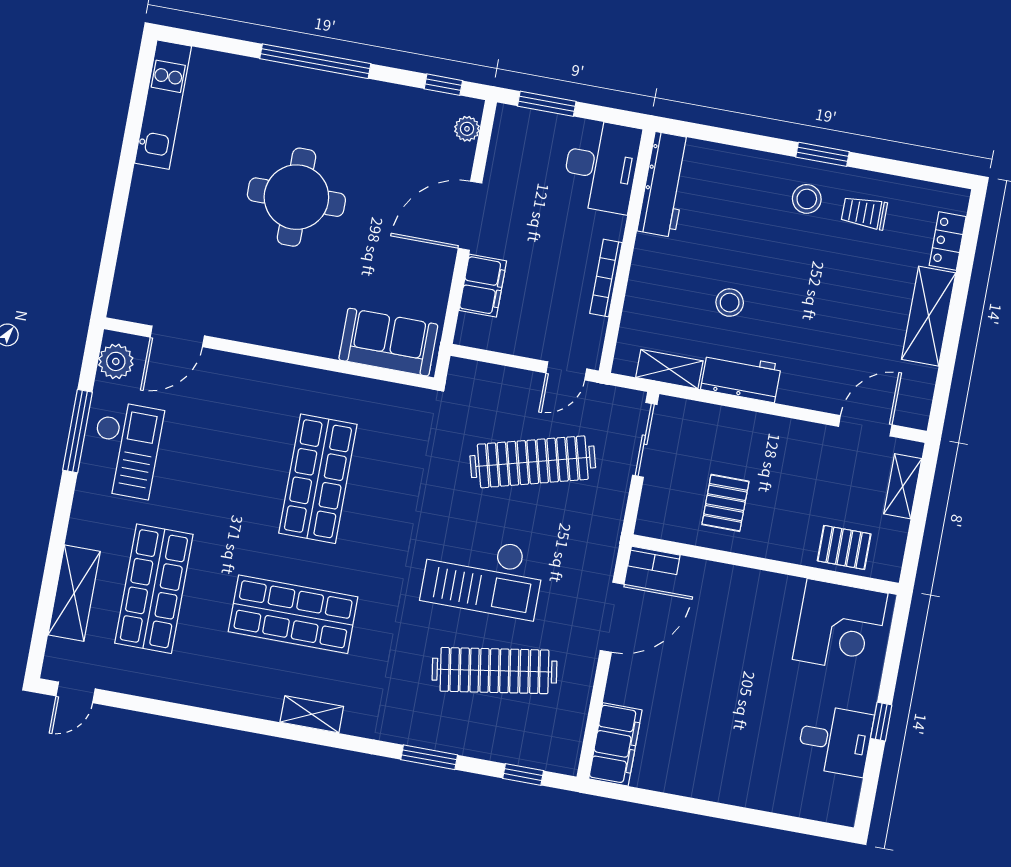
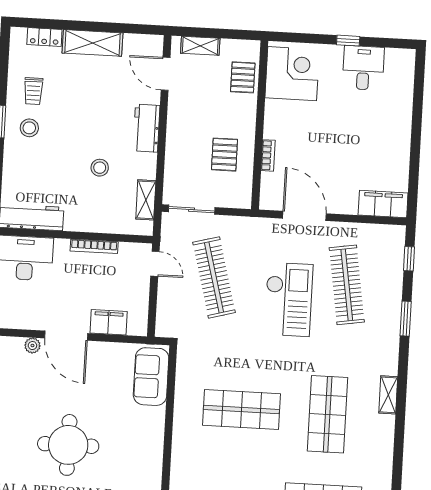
plant: (467, 129) -> (32, 346), moved
workbench: (741, 377) -> (147, 128), moved
pallet: (725, 503) -> (224, 155), turned 90
bookcase: (654, 560) -> (268, 155), moved

